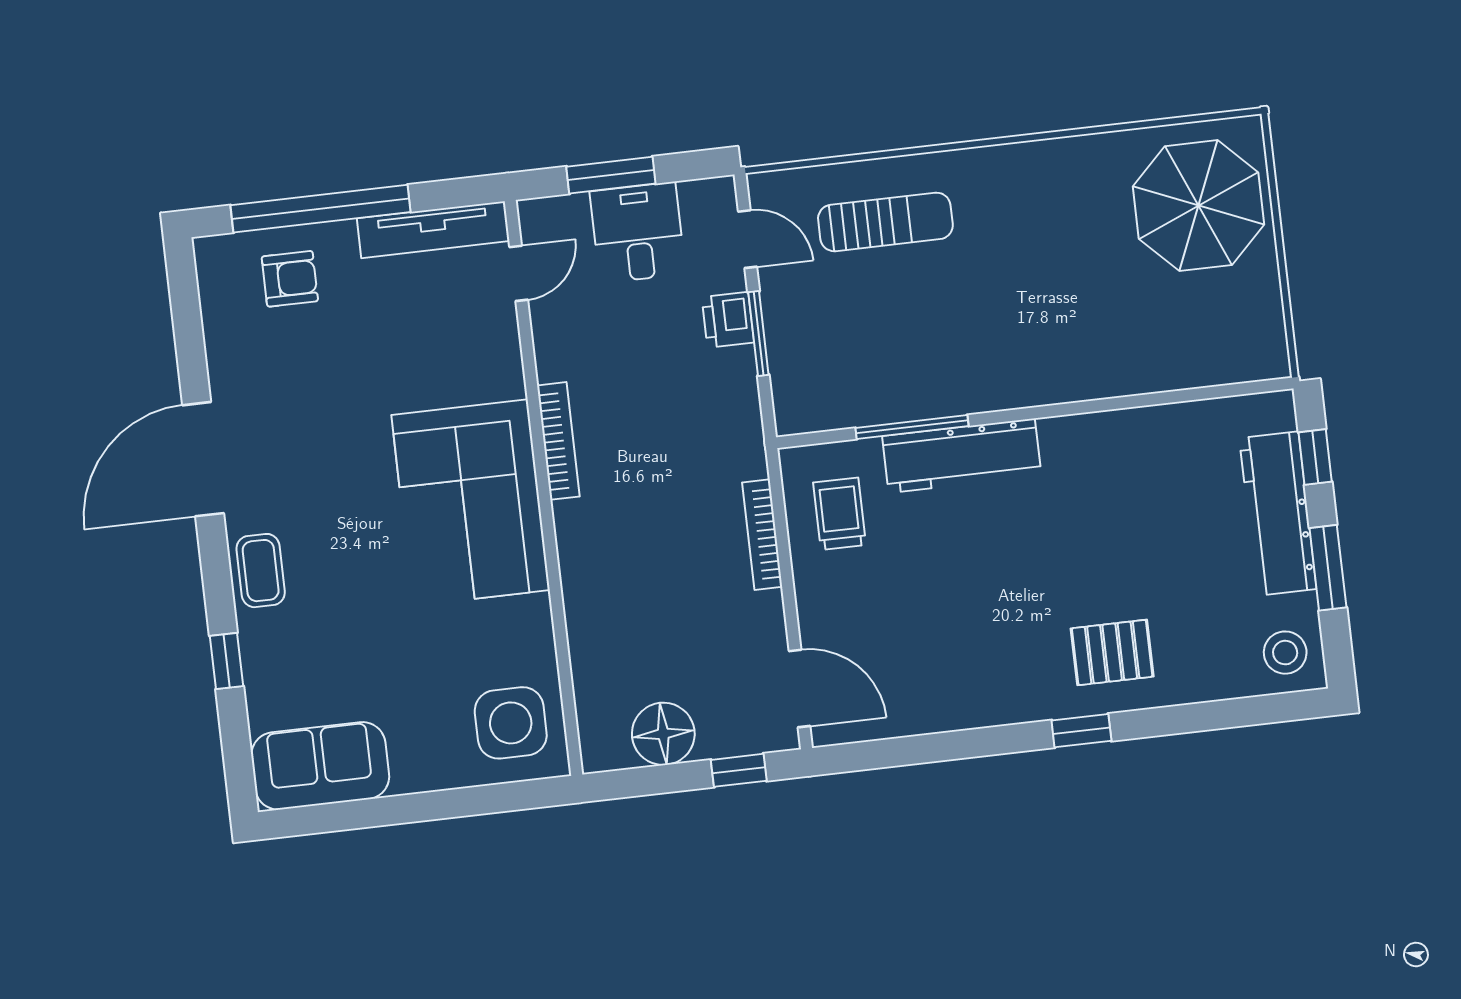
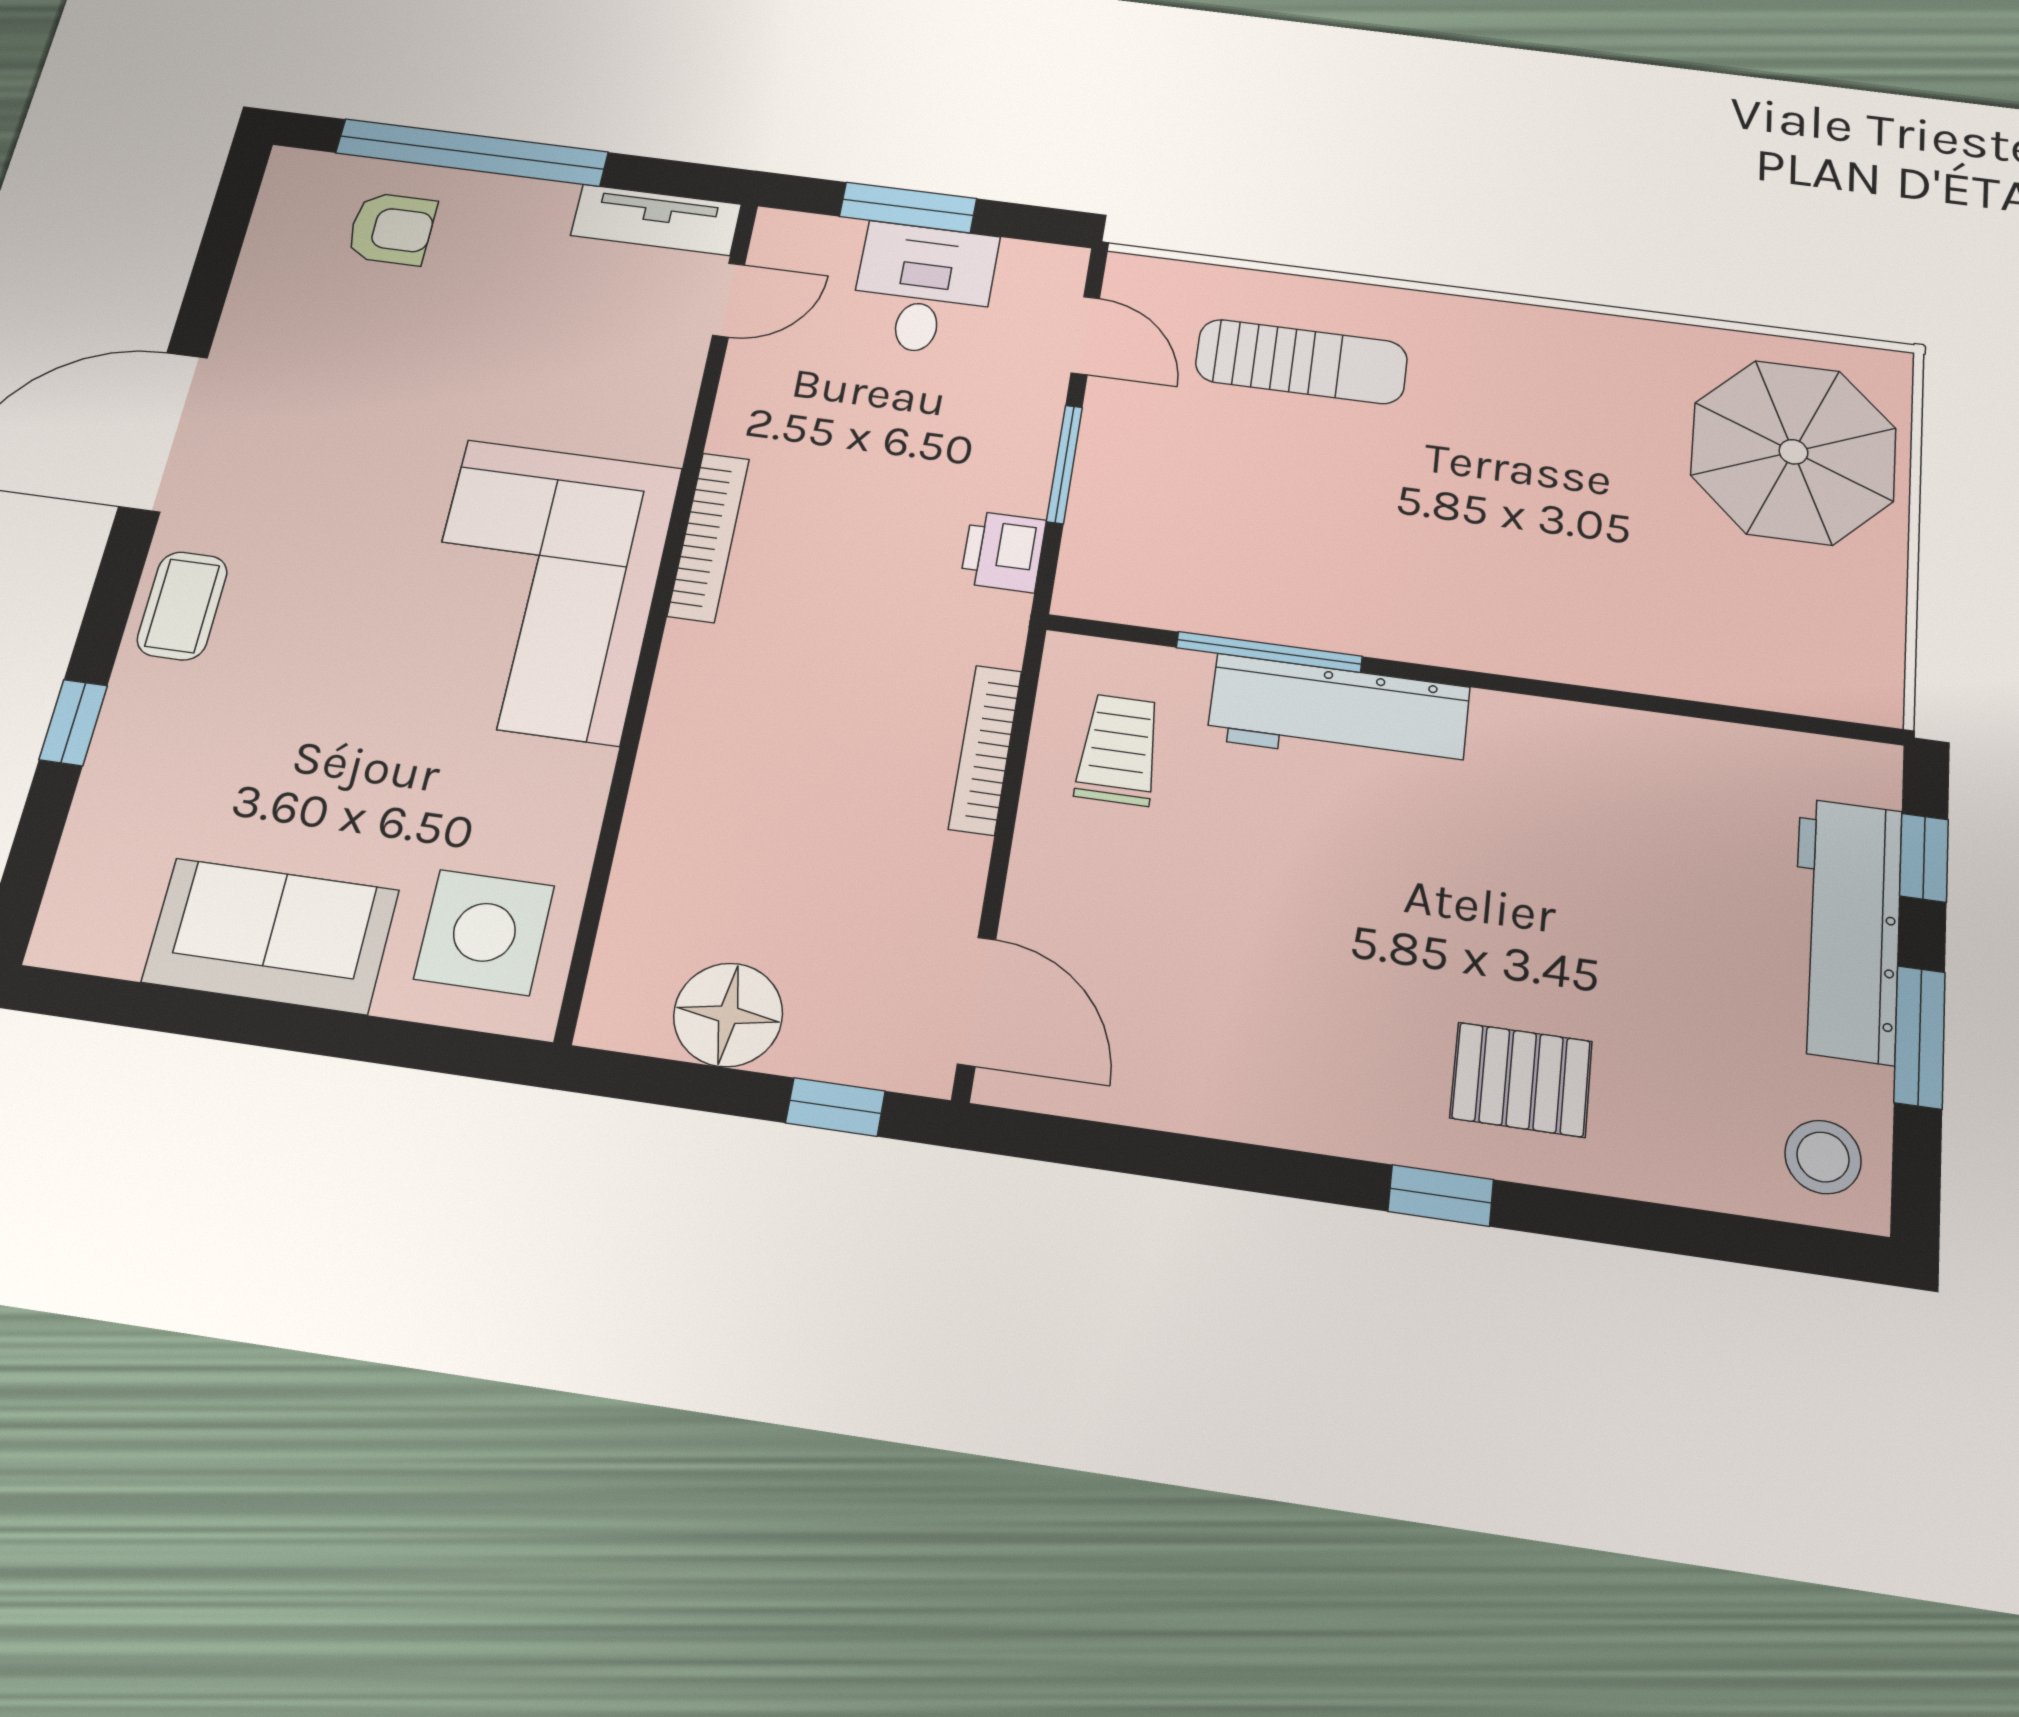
tv unit: (433, 230) -> (656, 220), width x0.71
printer: (728, 320) -> (1003, 552), moved
sofa: (320, 766) -> (271, 936), moved

